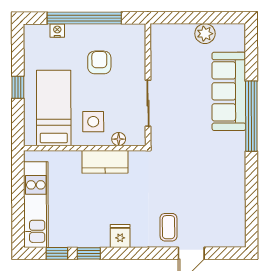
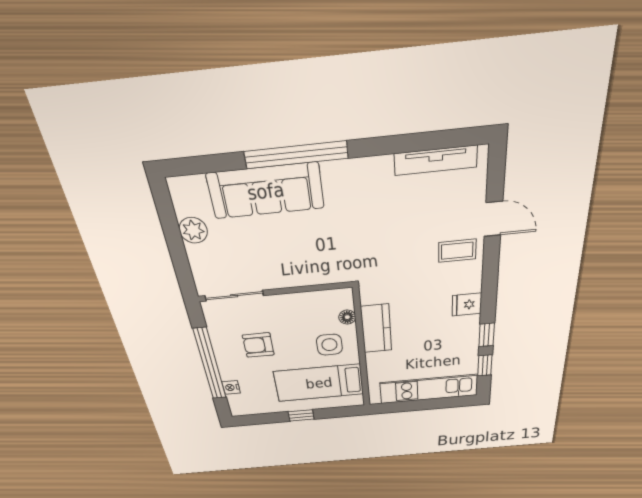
sliding door: (148, 103) -> (234, 296), moved
tv unit: (238, 211) -> (436, 160), added

